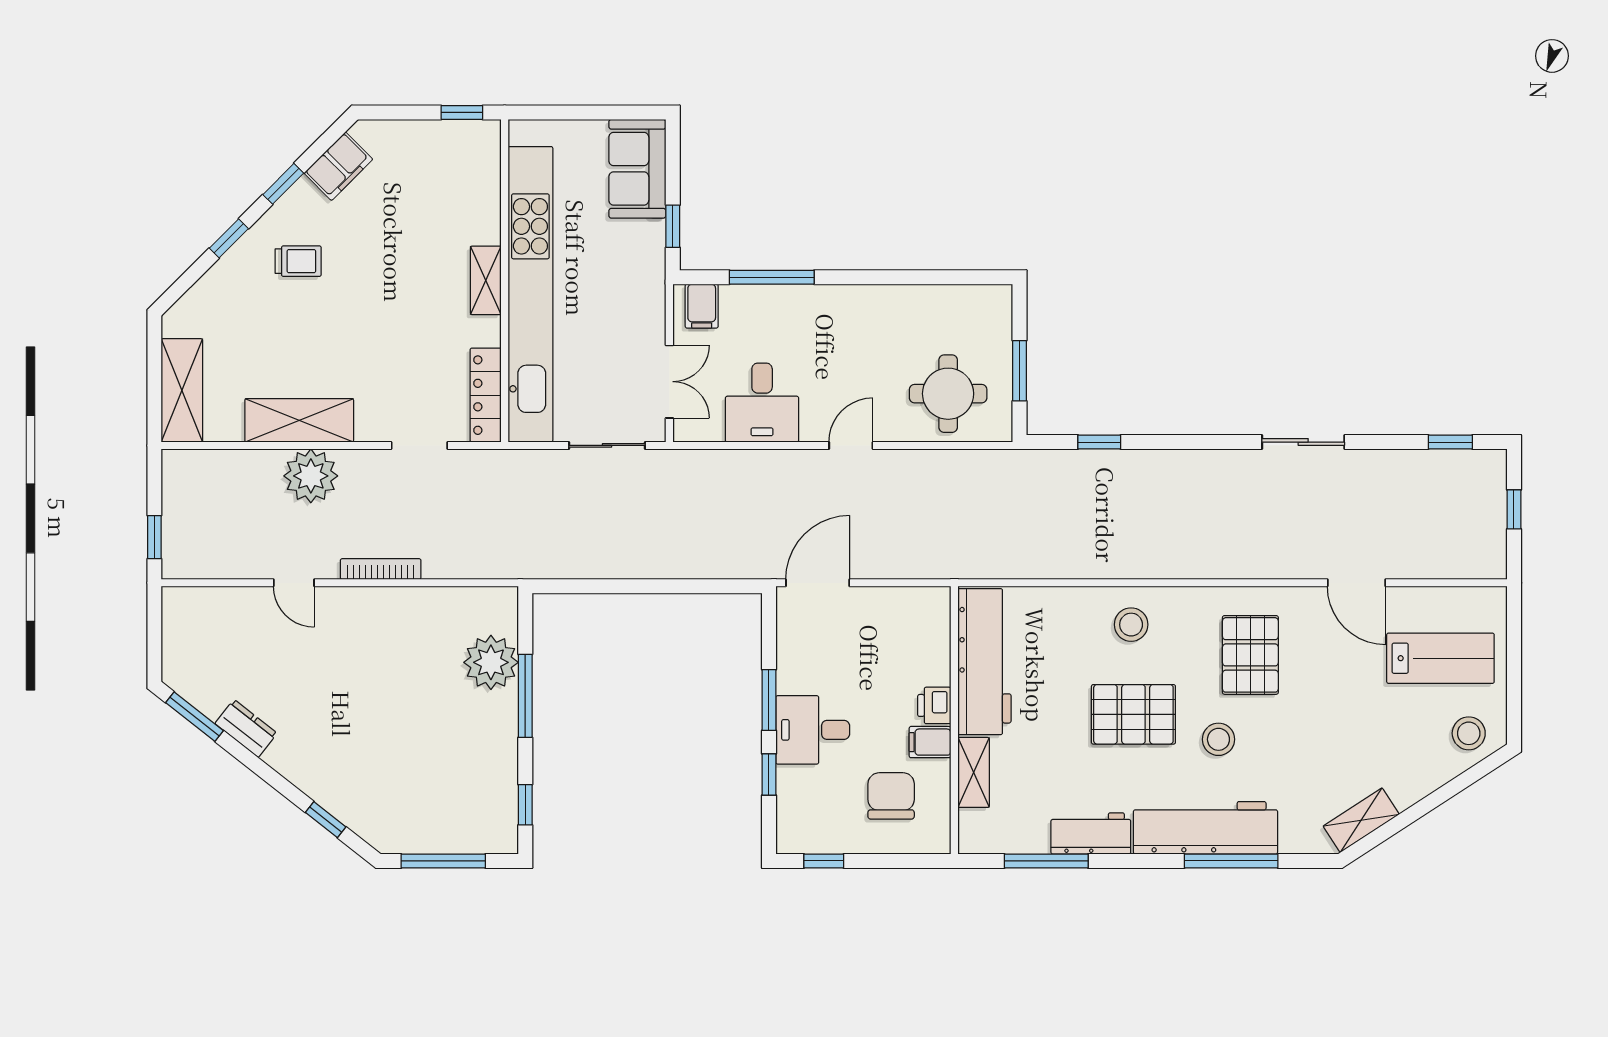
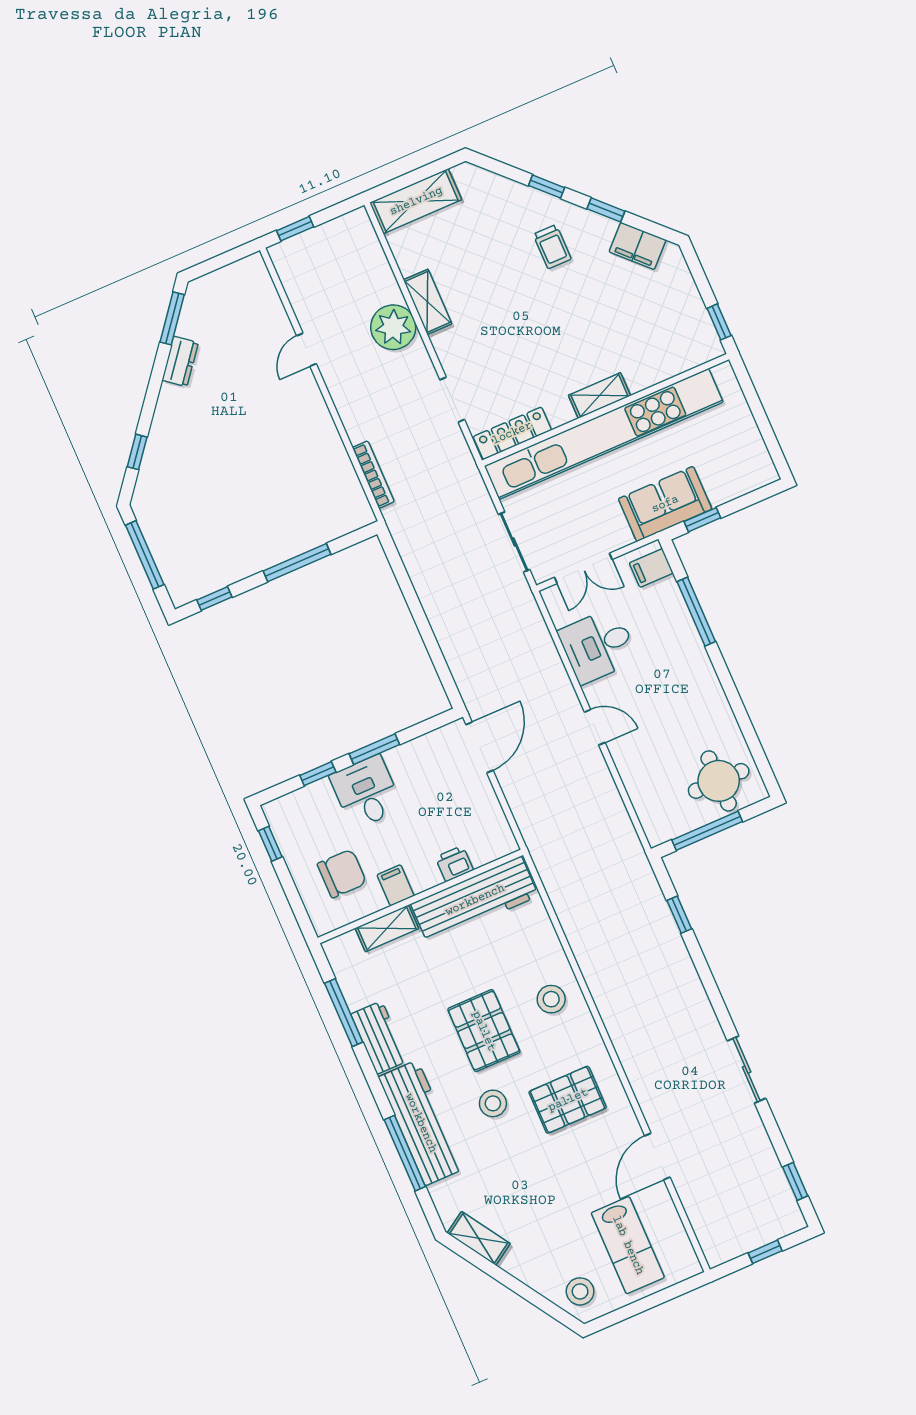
sofa: (637, 169) -> (665, 504), moved
window: (1020, 371) -> (707, 831), width x1.44
round table: (948, 394) -> (719, 781), moved
shelving: (299, 420) -> (428, 302), width x0.67, depth x0.75
bookcase: (381, 569) -> (373, 475), moved
door: (818, 583) -> (479, 747), hinge flipped
plant: (491, 662) -> (311, 526), removed
printer: (934, 705) -> (454, 864), moved

